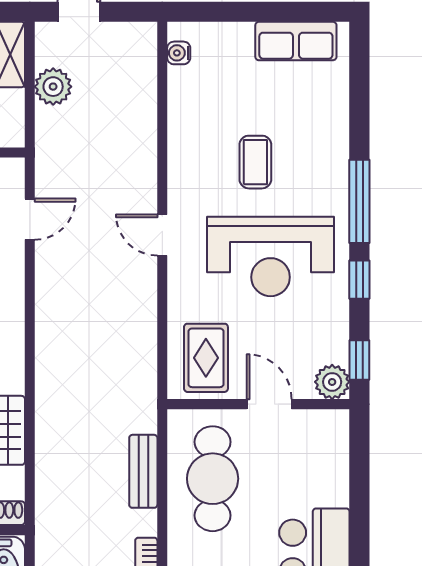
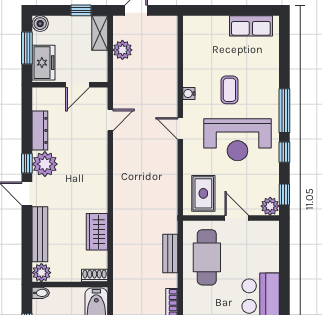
water cooler: (179, 53) -> (189, 94), moved

